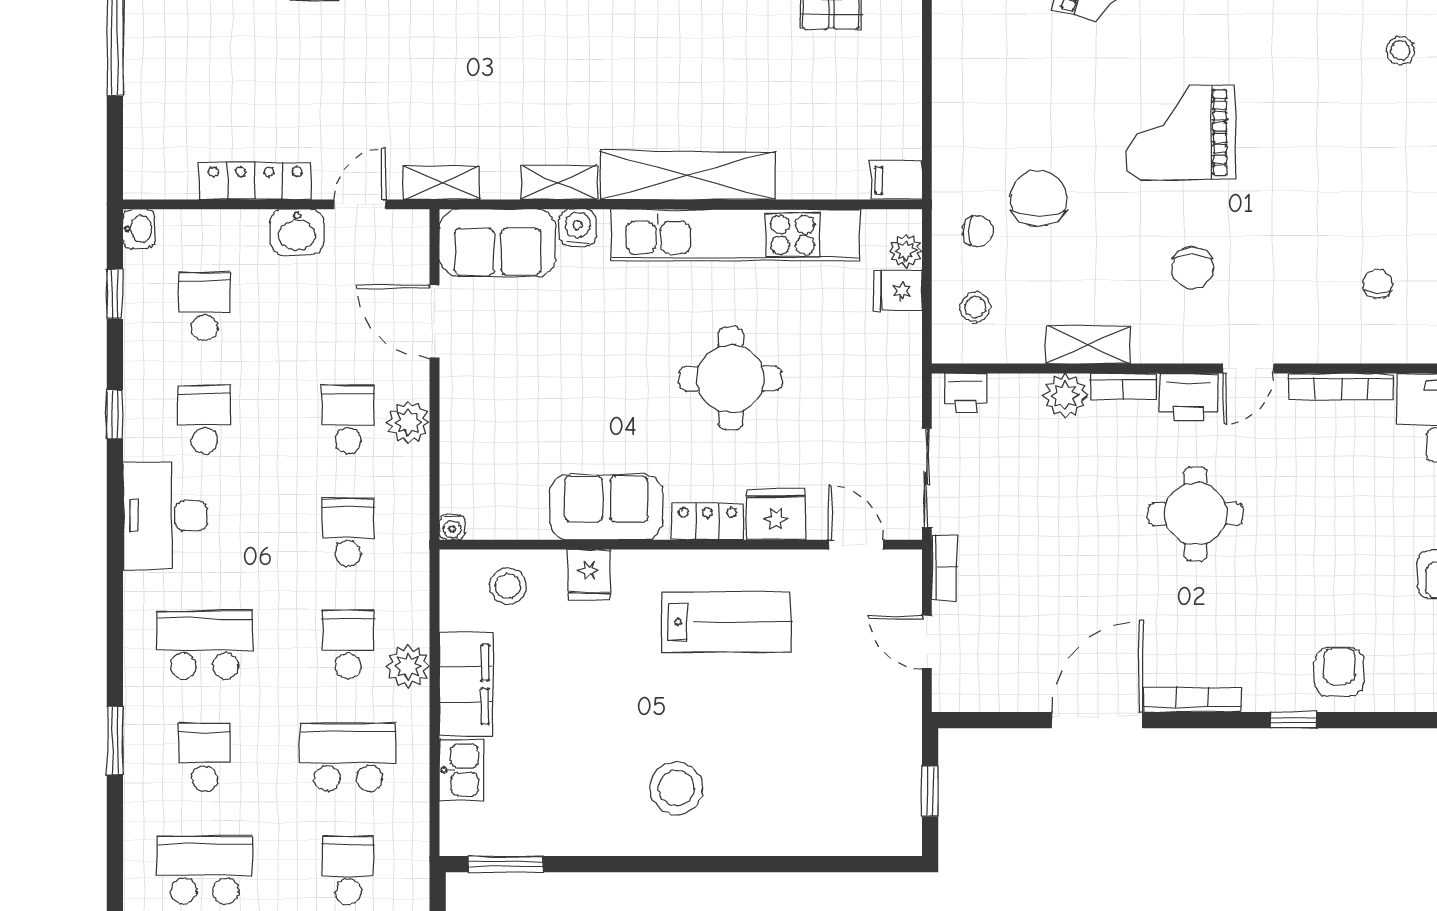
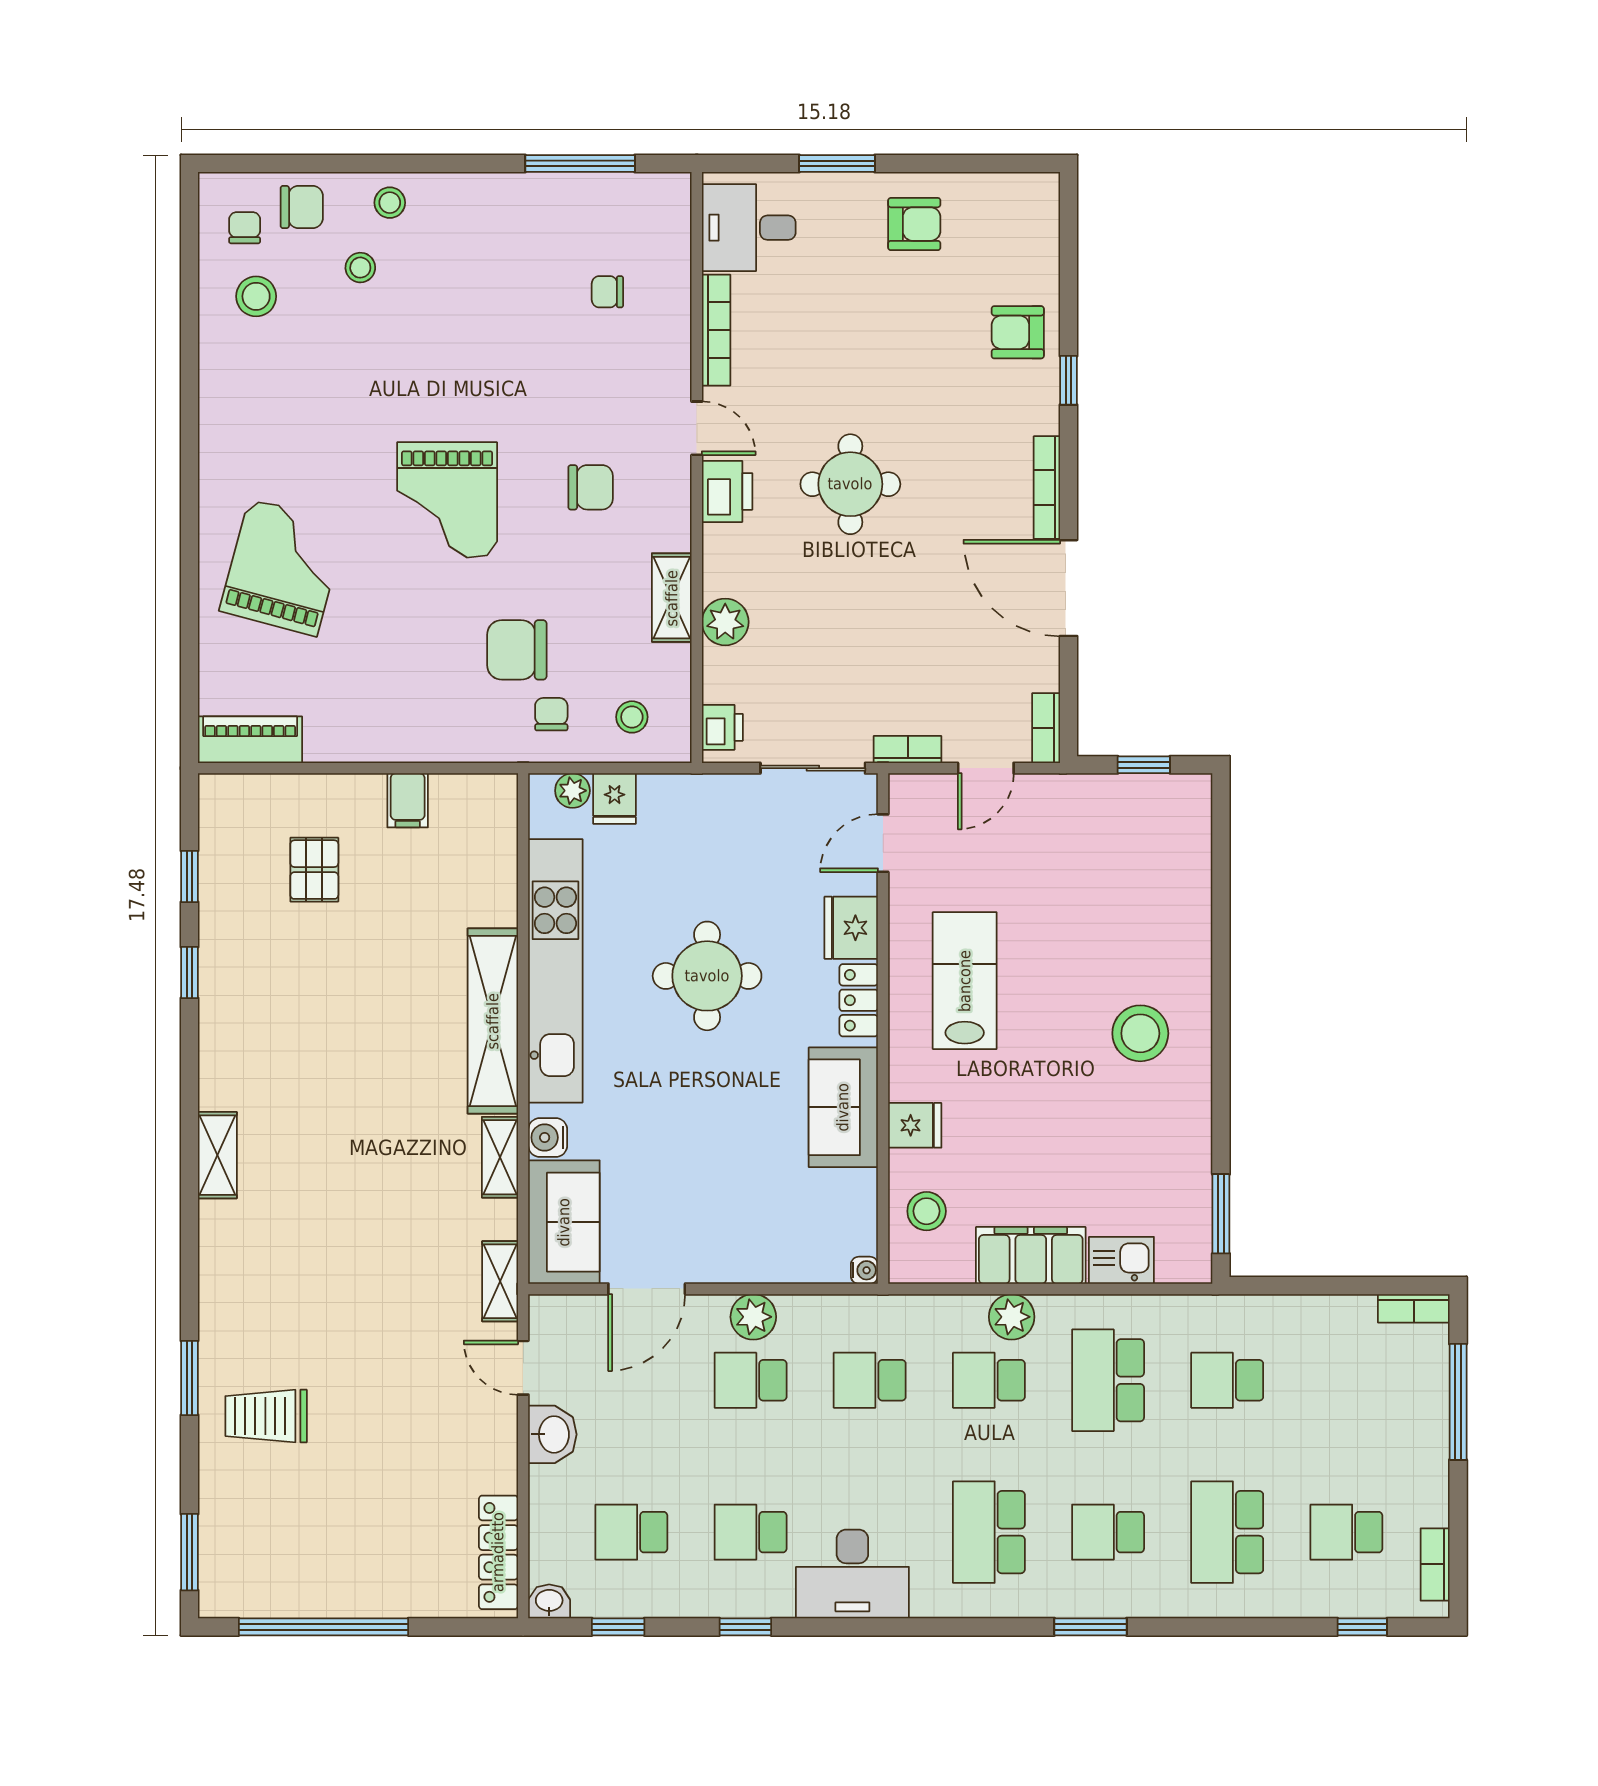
filing cabinet: (896, 180) -> (408, 800), moved
locker: (255, 181) -> (498, 1552), moved
bookcase: (1123, 387) -> (1046, 728), moved, turned 180

